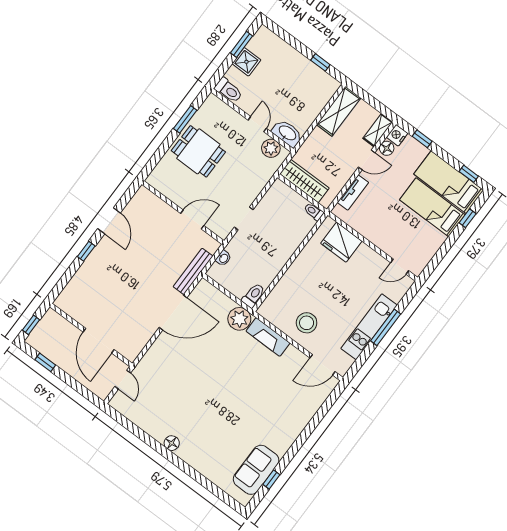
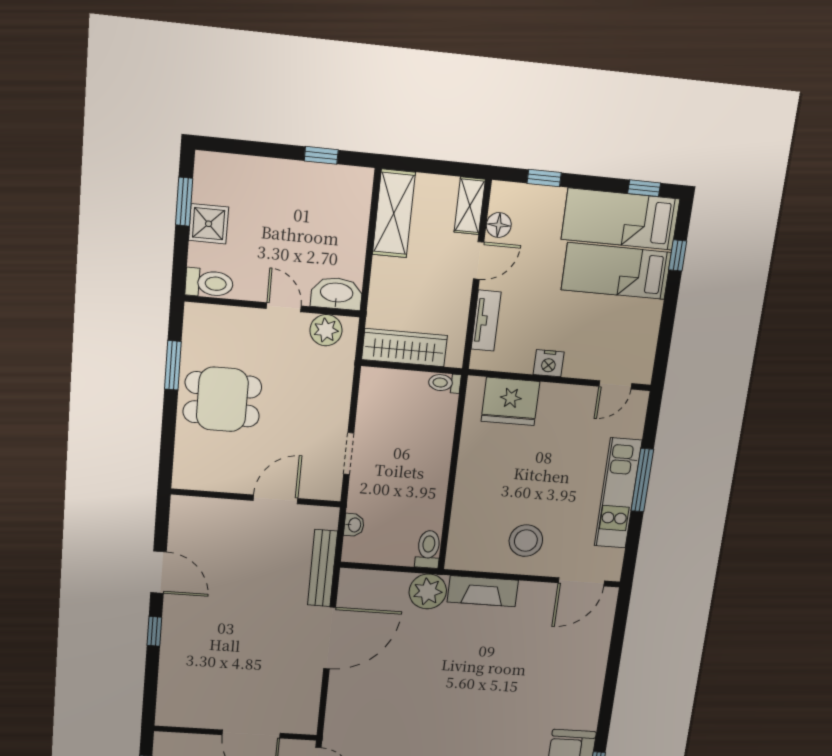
nightstand: (397, 135) -> (549, 363), moved, turned -90

